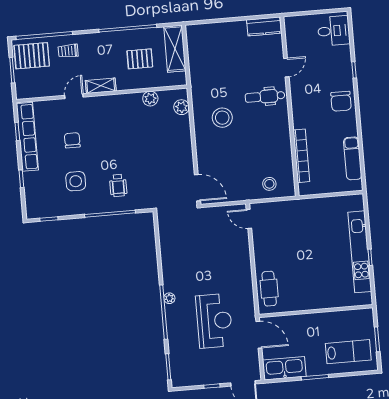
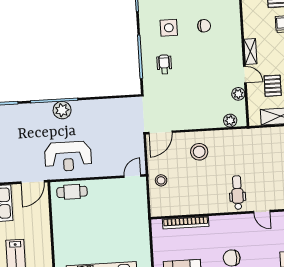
door: (74, 96) -> (245, 75), moved
stool: (222, 118) -> (199, 152), moved
stool: (269, 184) -> (161, 180), moved
wheelchair: (118, 185) -> (164, 64), turned 90
plant: (169, 298) -> (62, 110), width x1.87, depth x1.87
reception desk: (214, 321) -> (68, 156), moved

